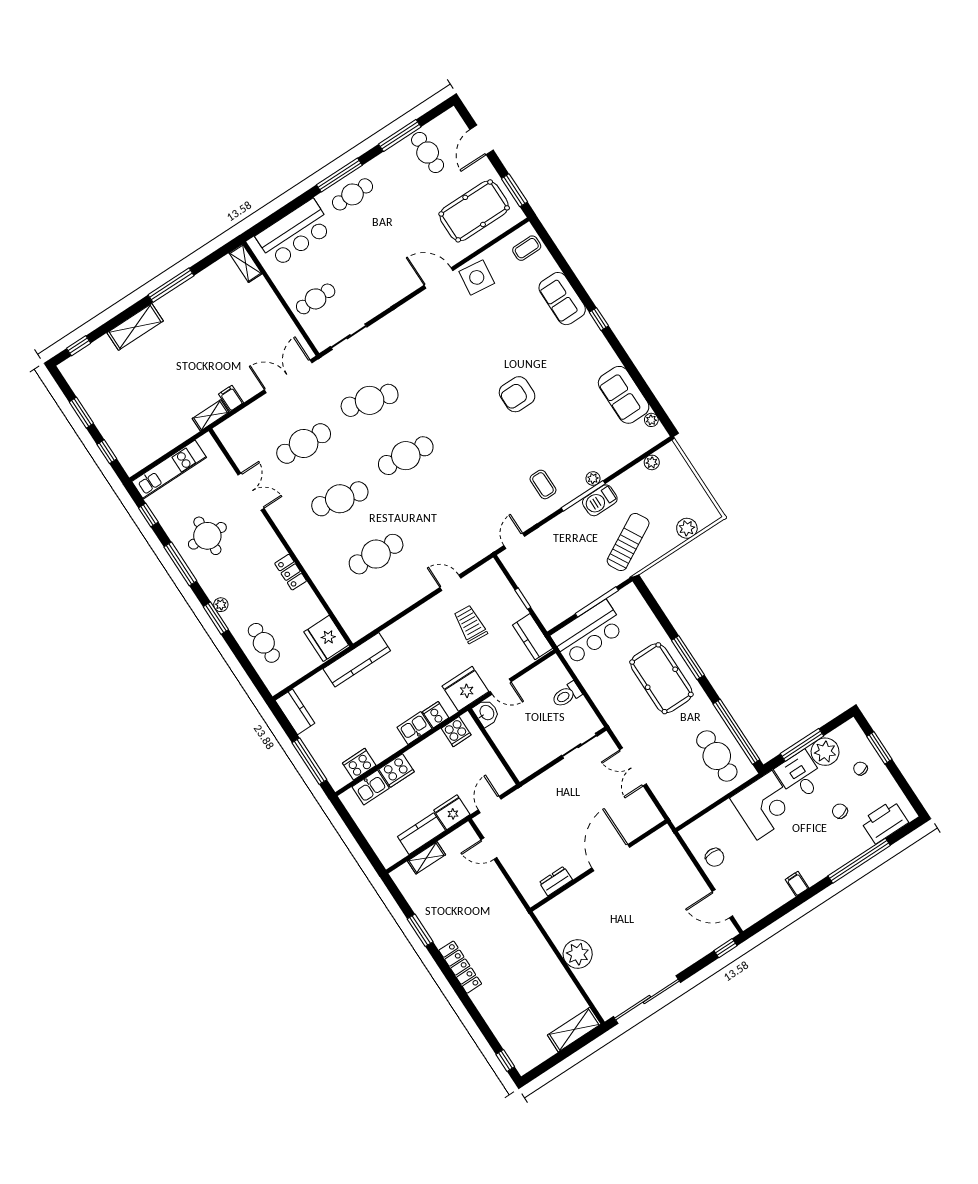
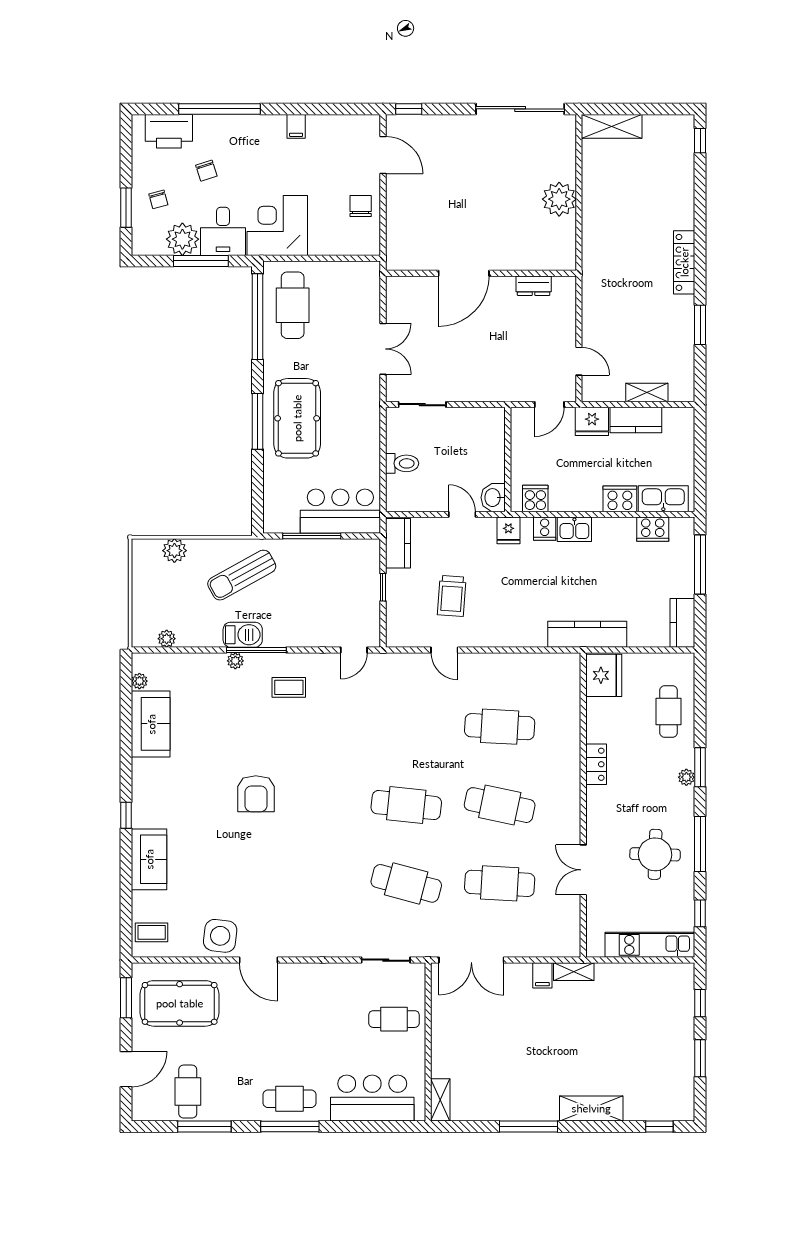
armchair: (517, 394) -> (256, 794), turned 90
coffee table: (543, 484) -> (289, 687), turned 90
fridge: (465, 689) -> (508, 530), width x0.53, depth x0.75
kitchen sink: (371, 788) -> (663, 499), width x1.38

